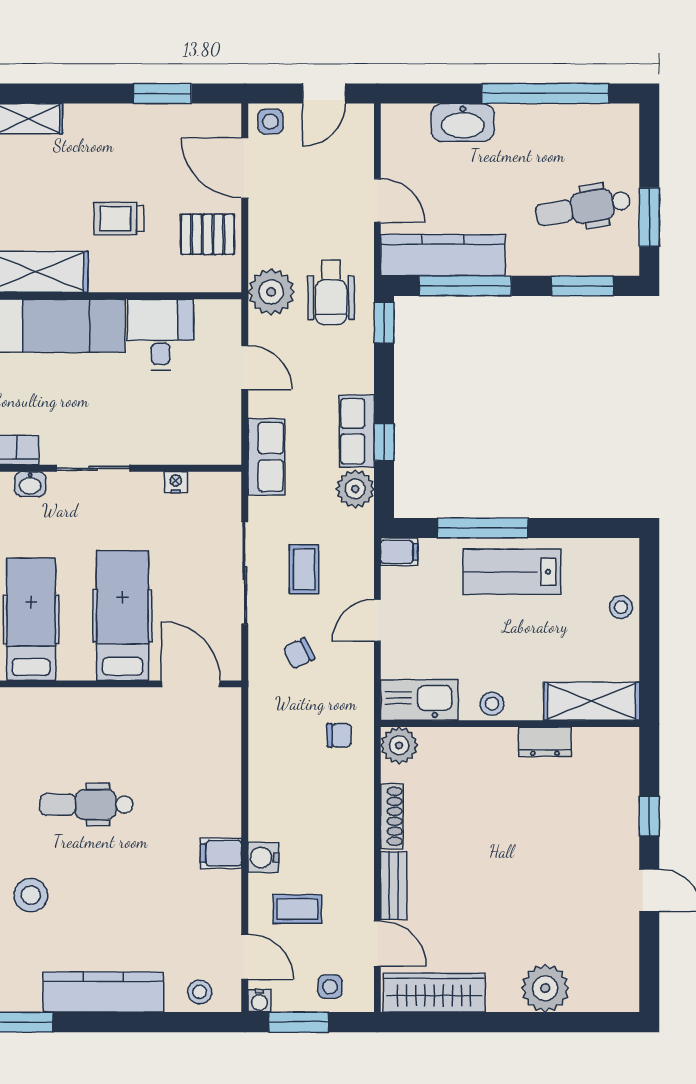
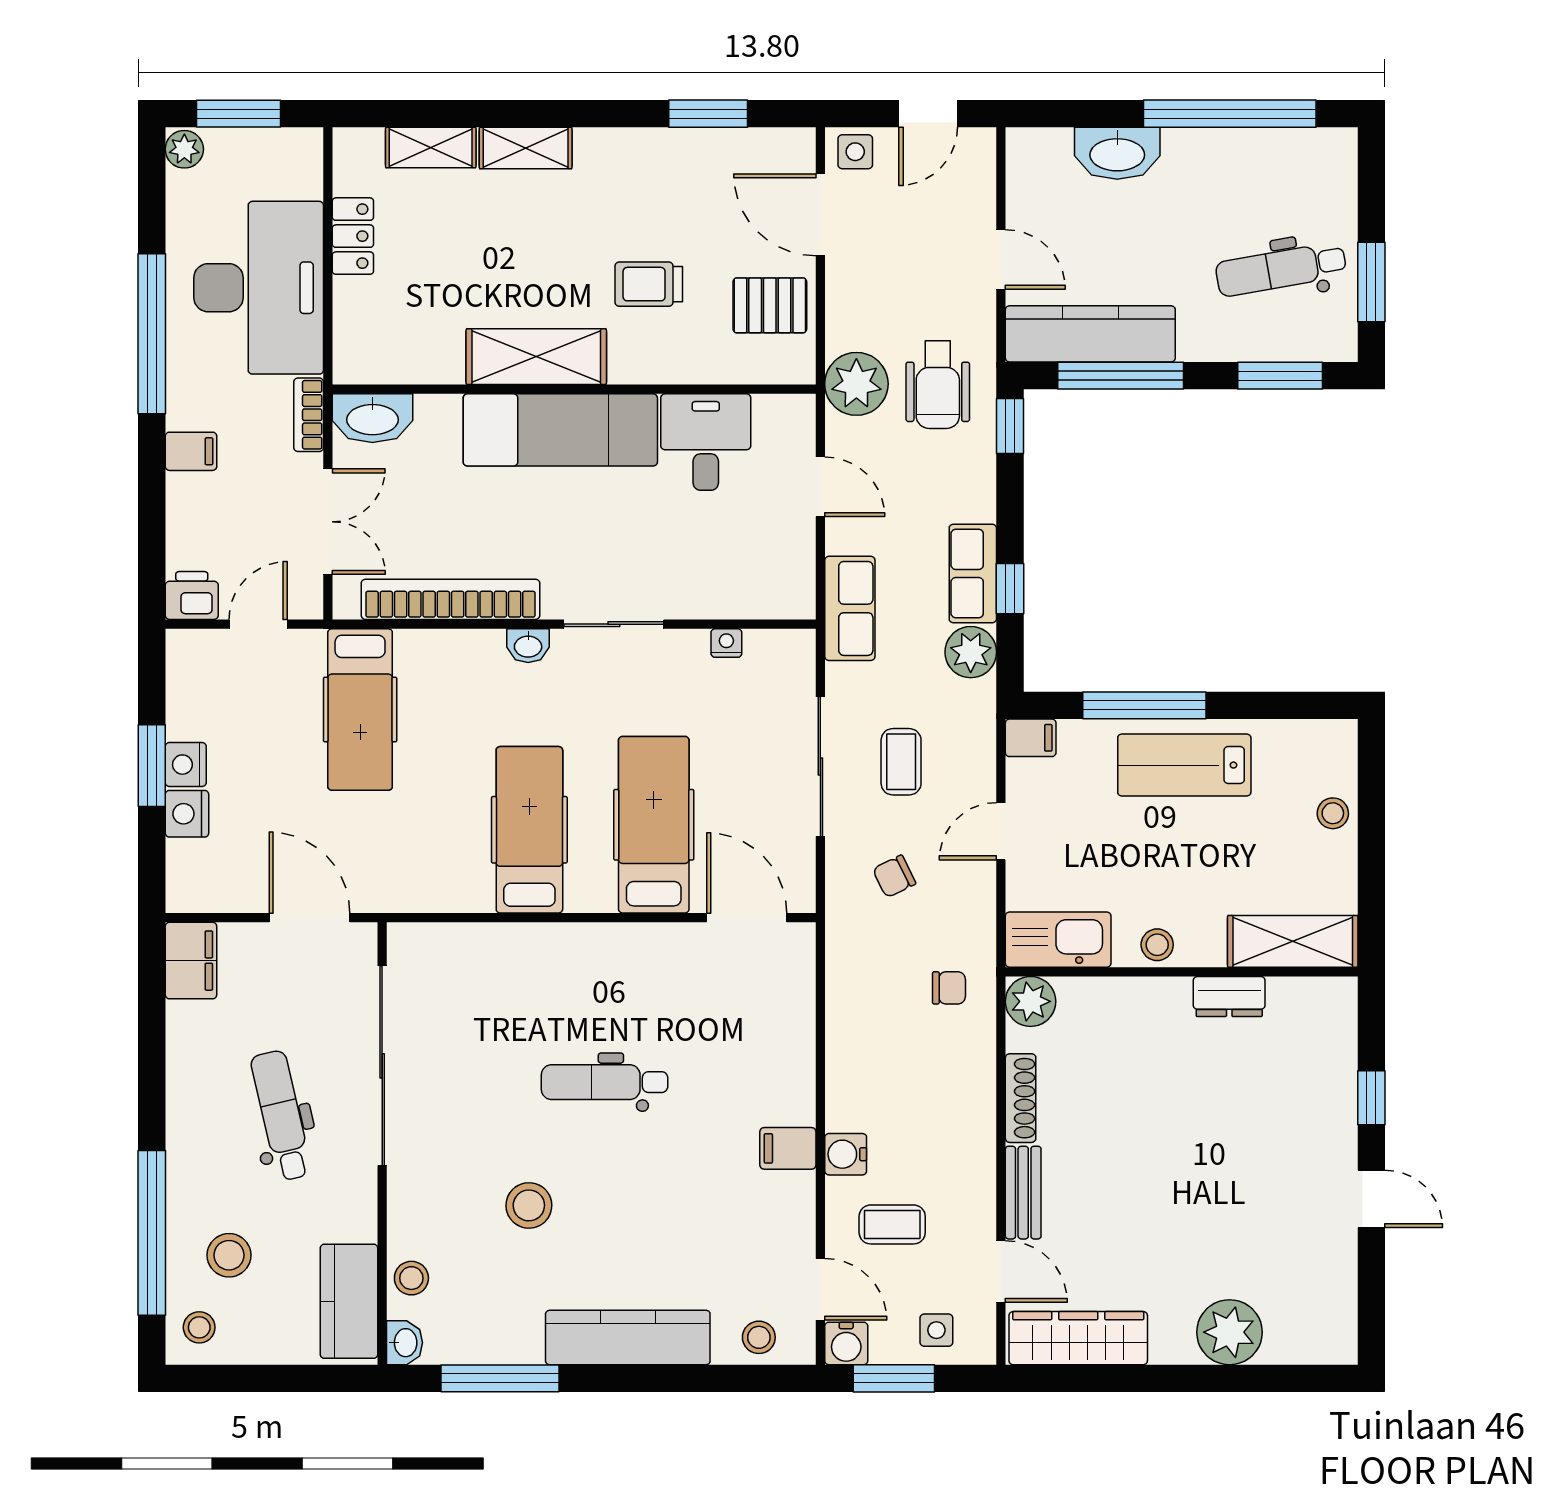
water cooler: (259, 1001) -> (846, 1343), width x1.38, depth x1.38

